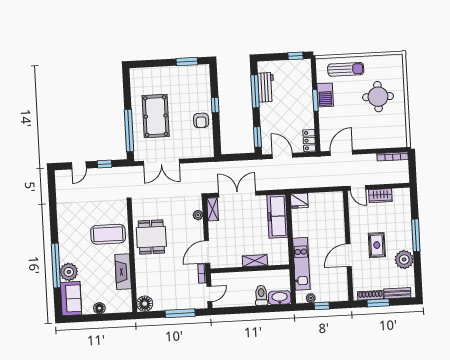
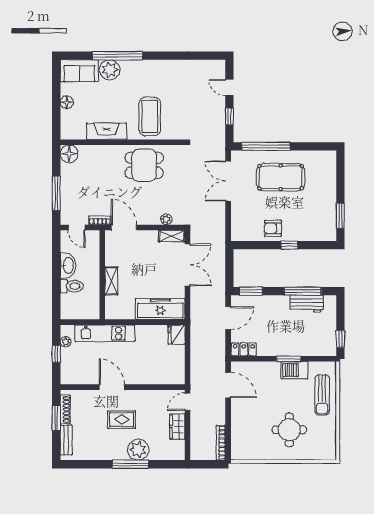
plant: (404, 260) -> (138, 450), moved
washbasin: (280, 298) -> (68, 266), moved

